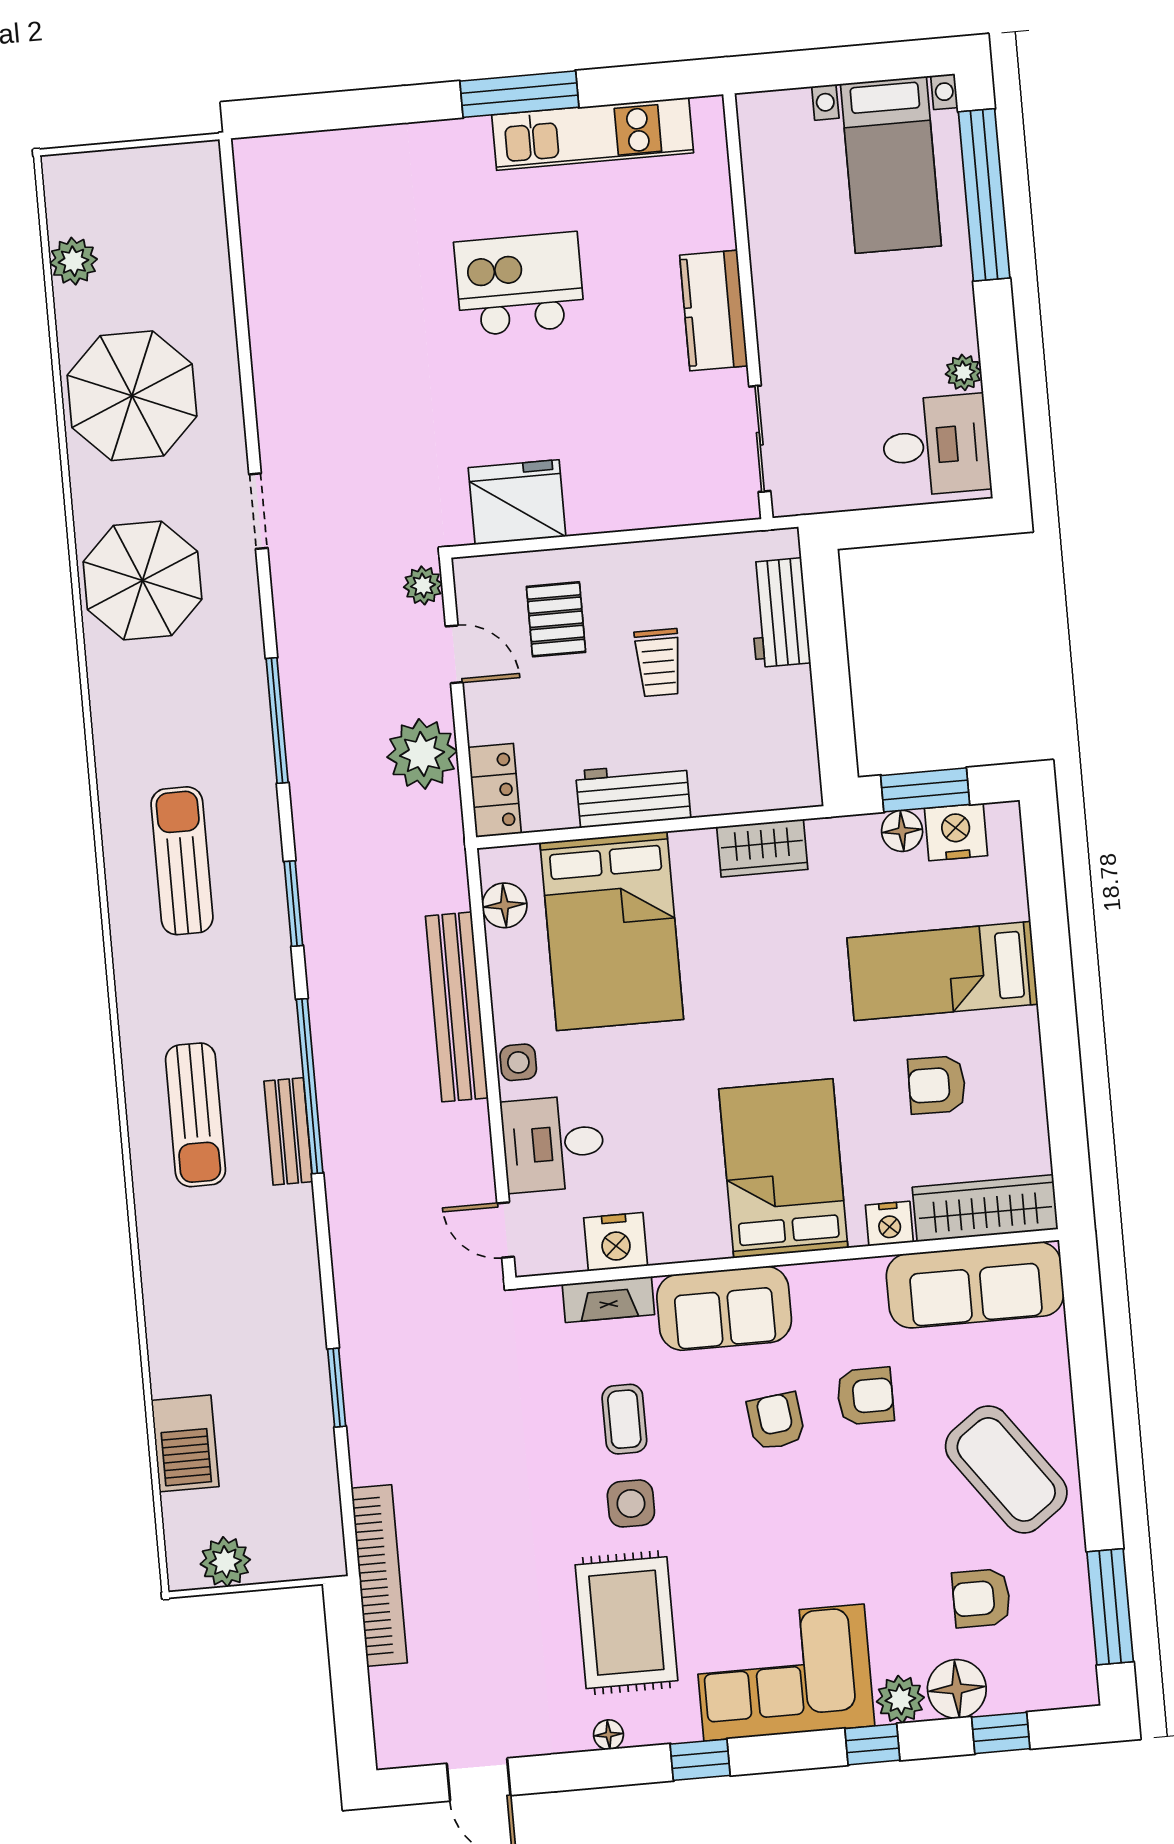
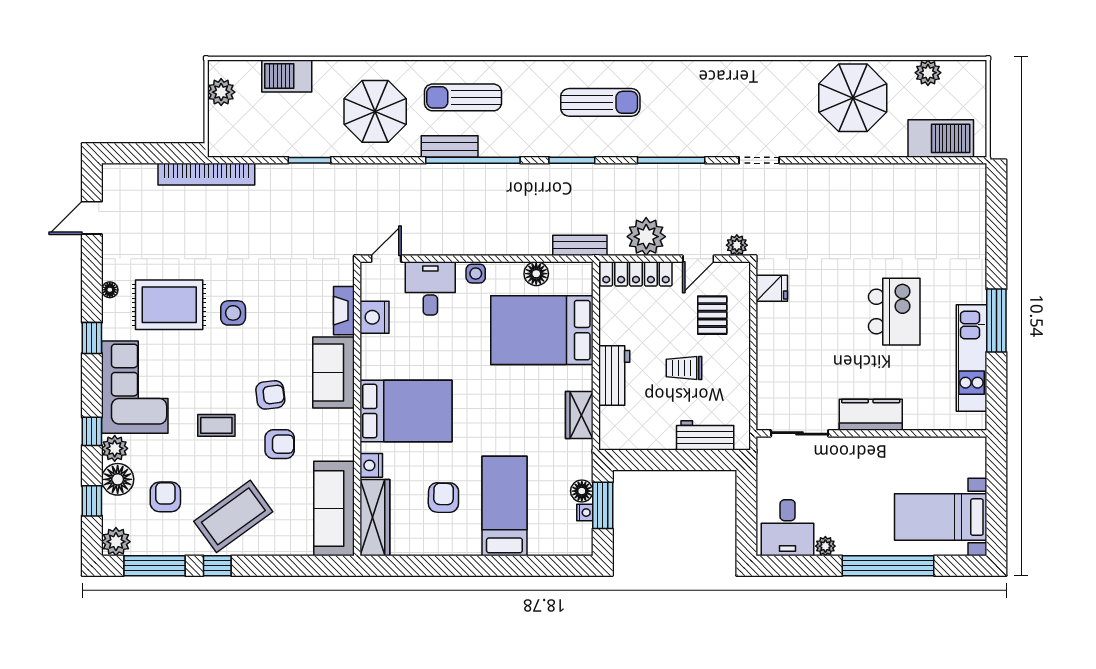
window: (984, 195) -> (888, 566), moved
barbecue: (192, 227) -> (941, 138), added
fridge: (517, 502) -> (772, 288), width x0.53, depth x0.75
doorway: (258, 511) -> (759, 160), moved
parasol: (142, 581) -> (375, 111), moved
pallet: (556, 619) -> (712, 315), turned 90
locker: (495, 790) -> (636, 274), width x1.53
workbench: (633, 795) -> (614, 375), moved
nightstand: (956, 832) -> (585, 513), width x0.53, depth x0.56
floor lamp: (505, 905) -> (536, 274), moved
bench: (457, 1007) -> (580, 245), moved, width x0.54, depth x0.82
armchair: (865, 1396) -> (280, 444), turned -90
coffee table: (624, 1419) -> (216, 425), moved
window: (1100, 1491) -> (217, 566), added
plant: (1072, 1682) -> (116, 542), added

